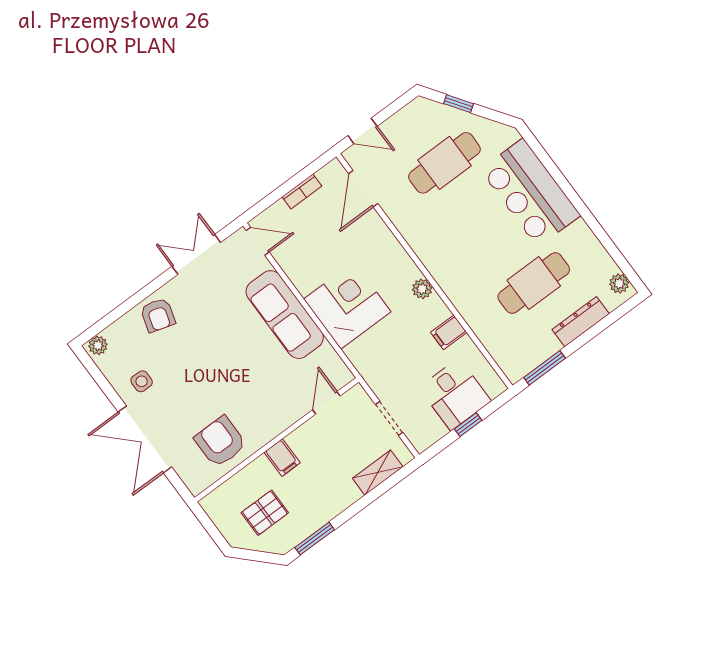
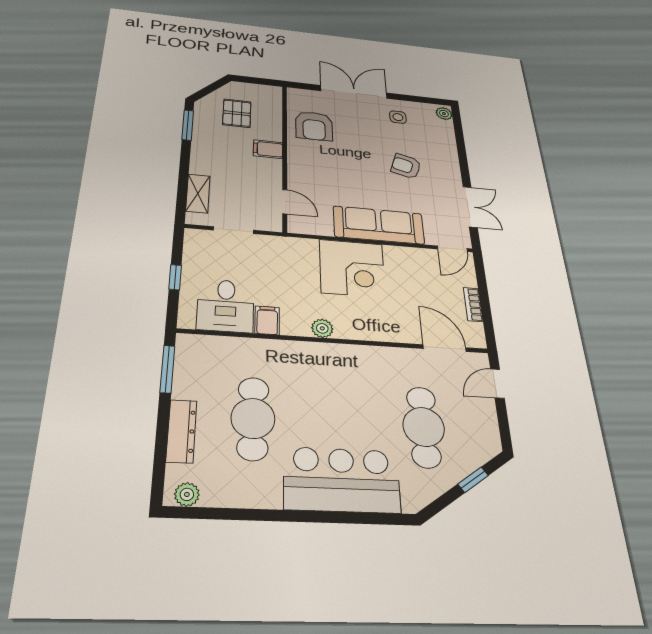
armchair: (158, 315) -> (406, 166), moved
desk: (455, 394) -> (226, 305), moved, turned -90
armchair: (220, 442) -> (314, 126), turned 90

